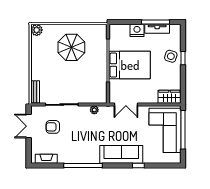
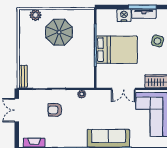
plant: (37, 30) -> (35, 15), moved
double door: (126, 105) -> (123, 89), moved
armchair: (53, 127) -> (55, 110), moved

